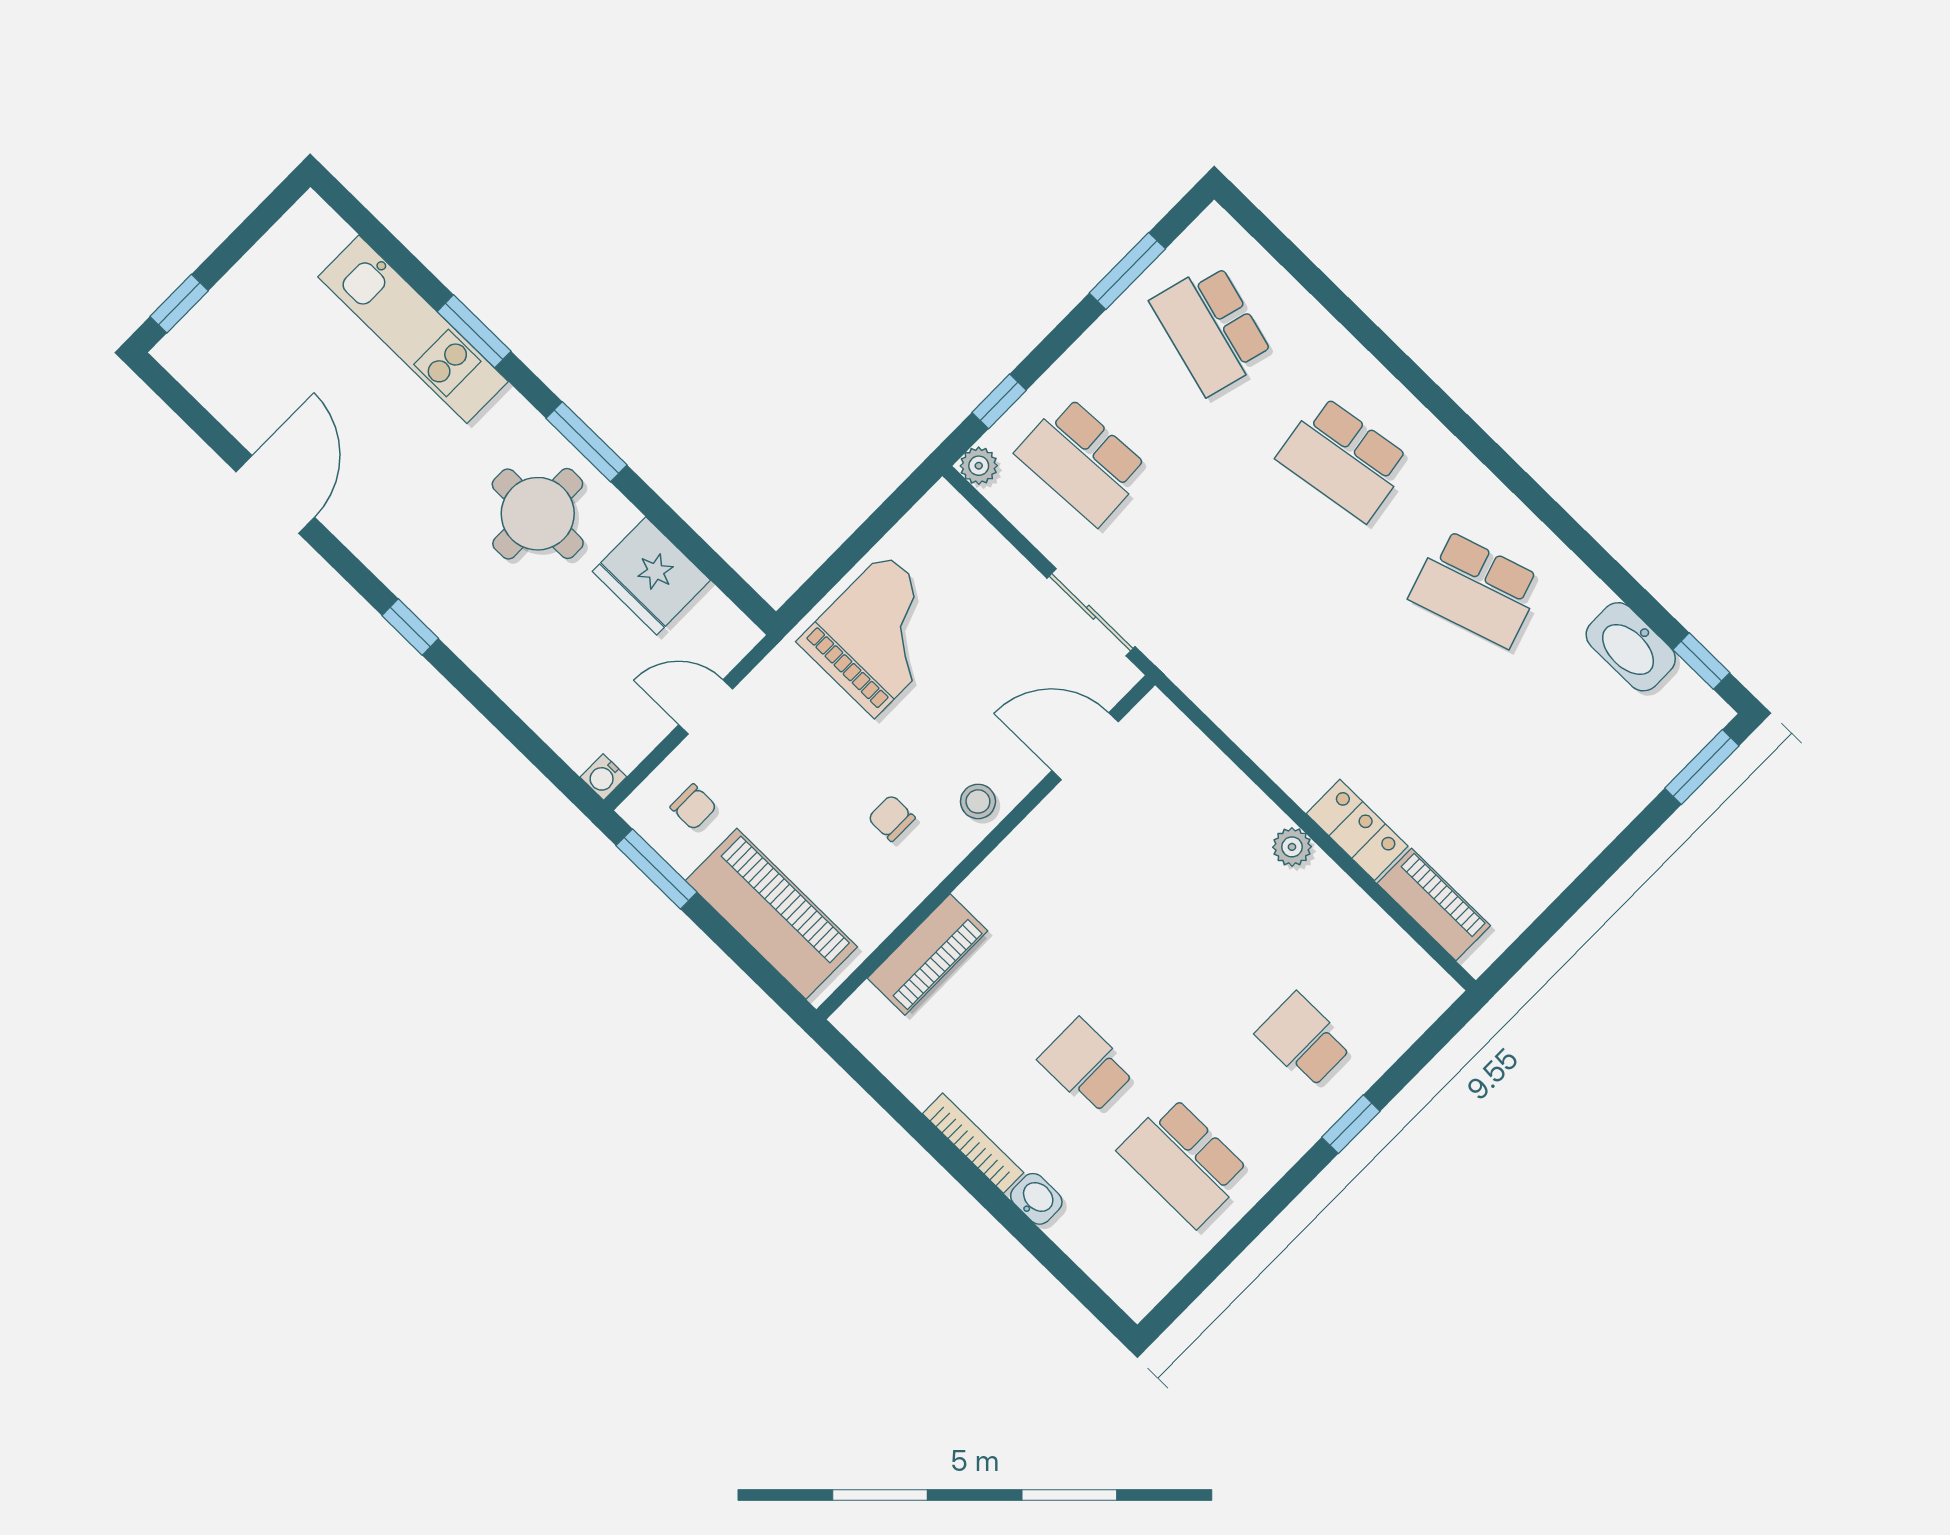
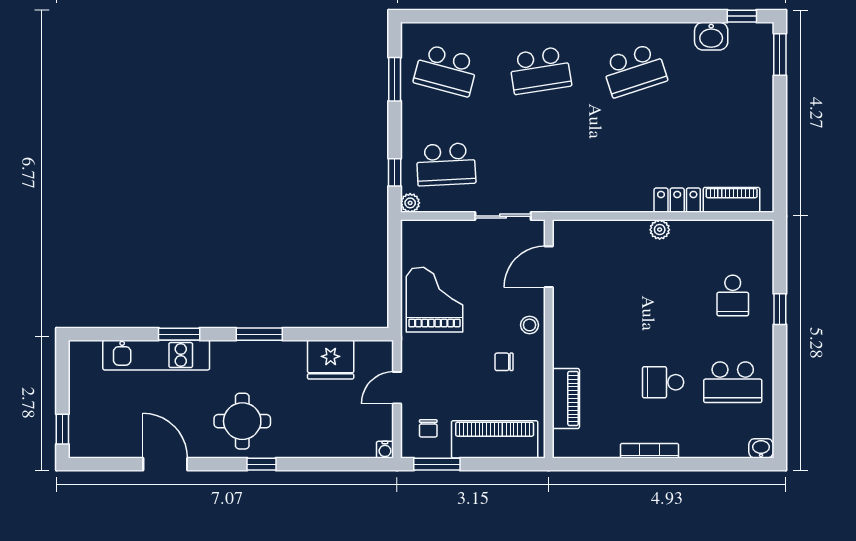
round table: (538, 514) -> (242, 421), moved
washbasin: (1631, 647) -> (711, 36), width x0.72
chair: (693, 807) -> (428, 428), turned 90
school desk: (1304, 1040) -> (733, 295), turned -90
washbasin: (1036, 1199) -> (761, 448), moved

